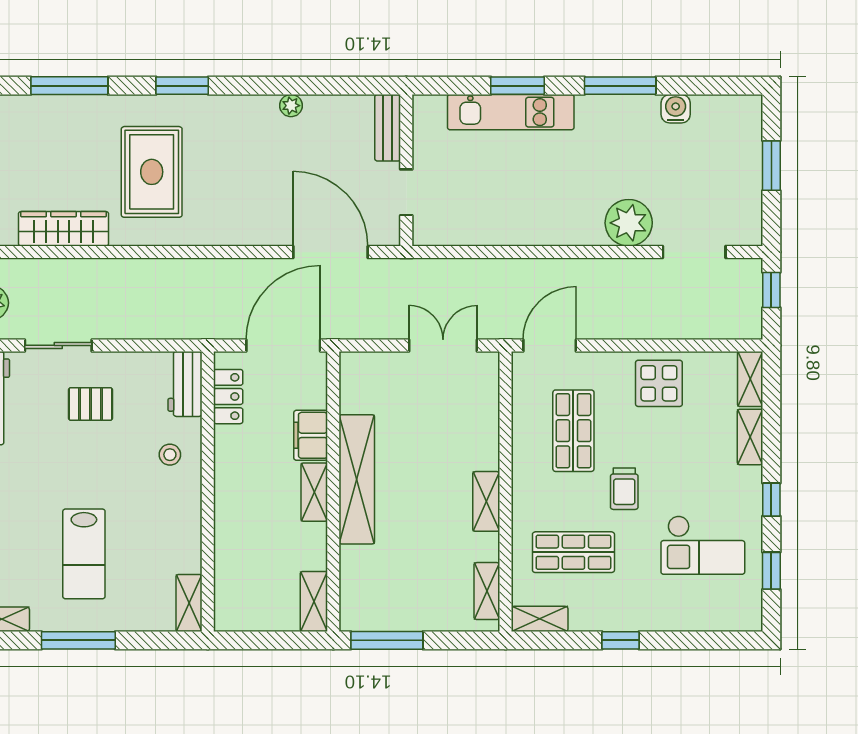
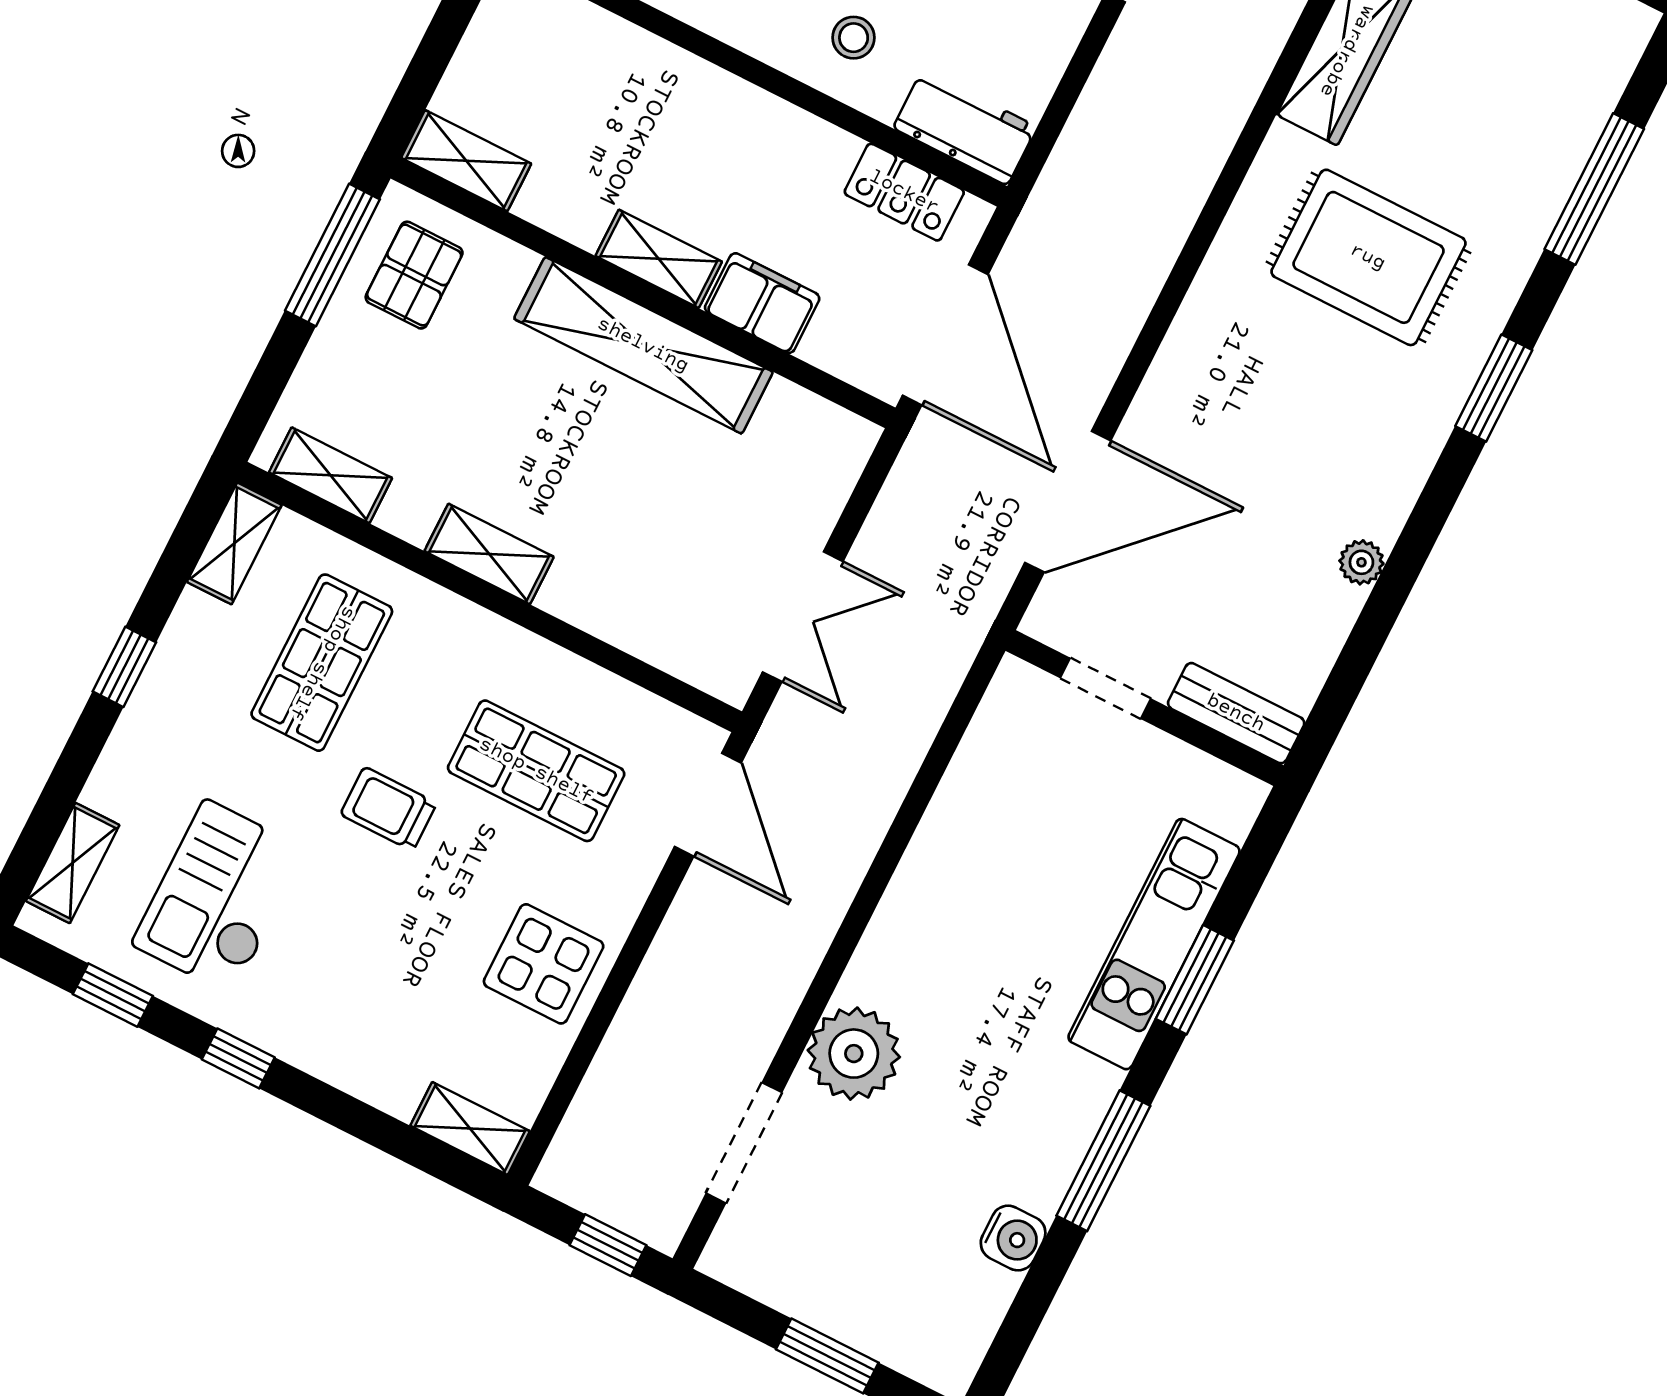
shelving: (750, 437) -> (73, 863), moved, turned 90
pallet: (377, 599) -> (414, 275), added

